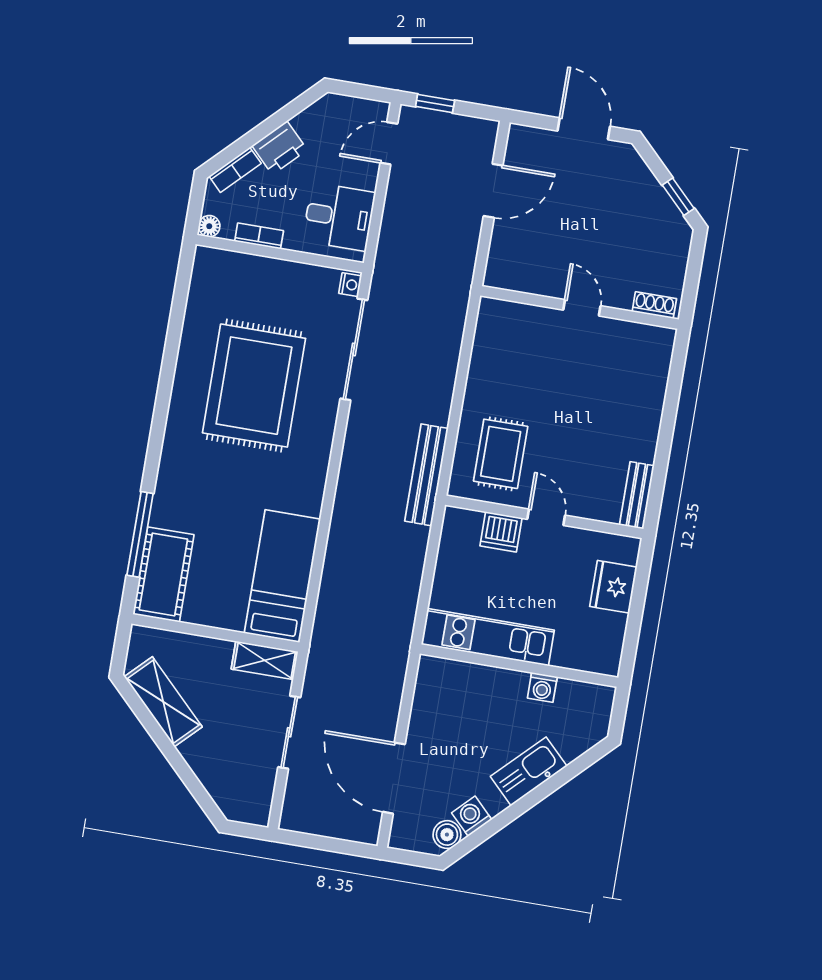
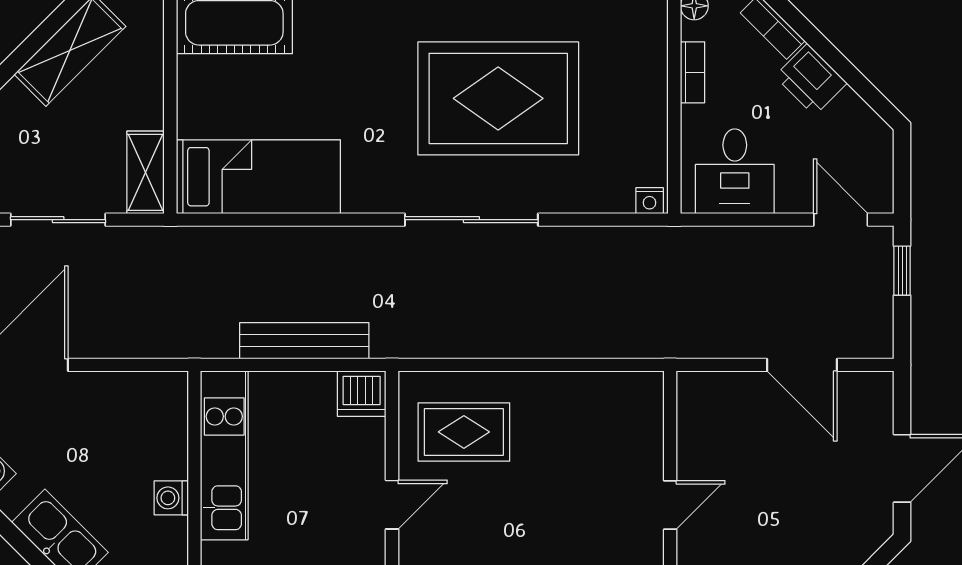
sliding door: (354, 349) -> (471, 220), moved
bench: (426, 475) -> (304, 341), moved
dishwasher: (501, 532) -> (362, 394), moved, turned -90
washing machine: (542, 687) -> (171, 498), moved

